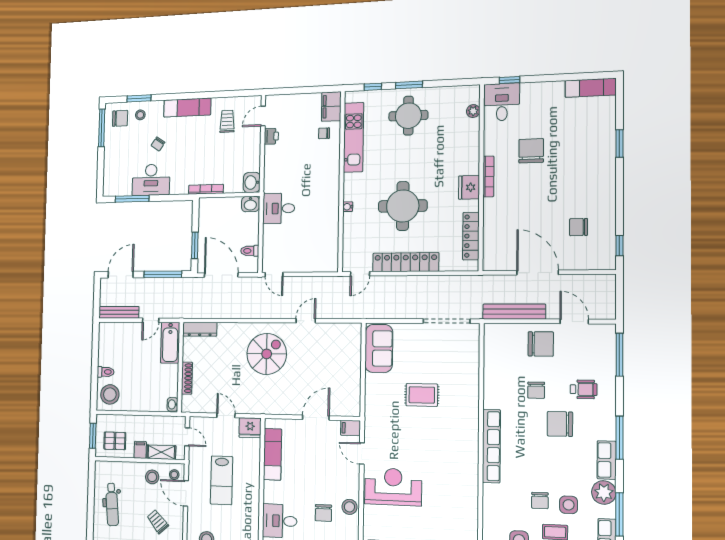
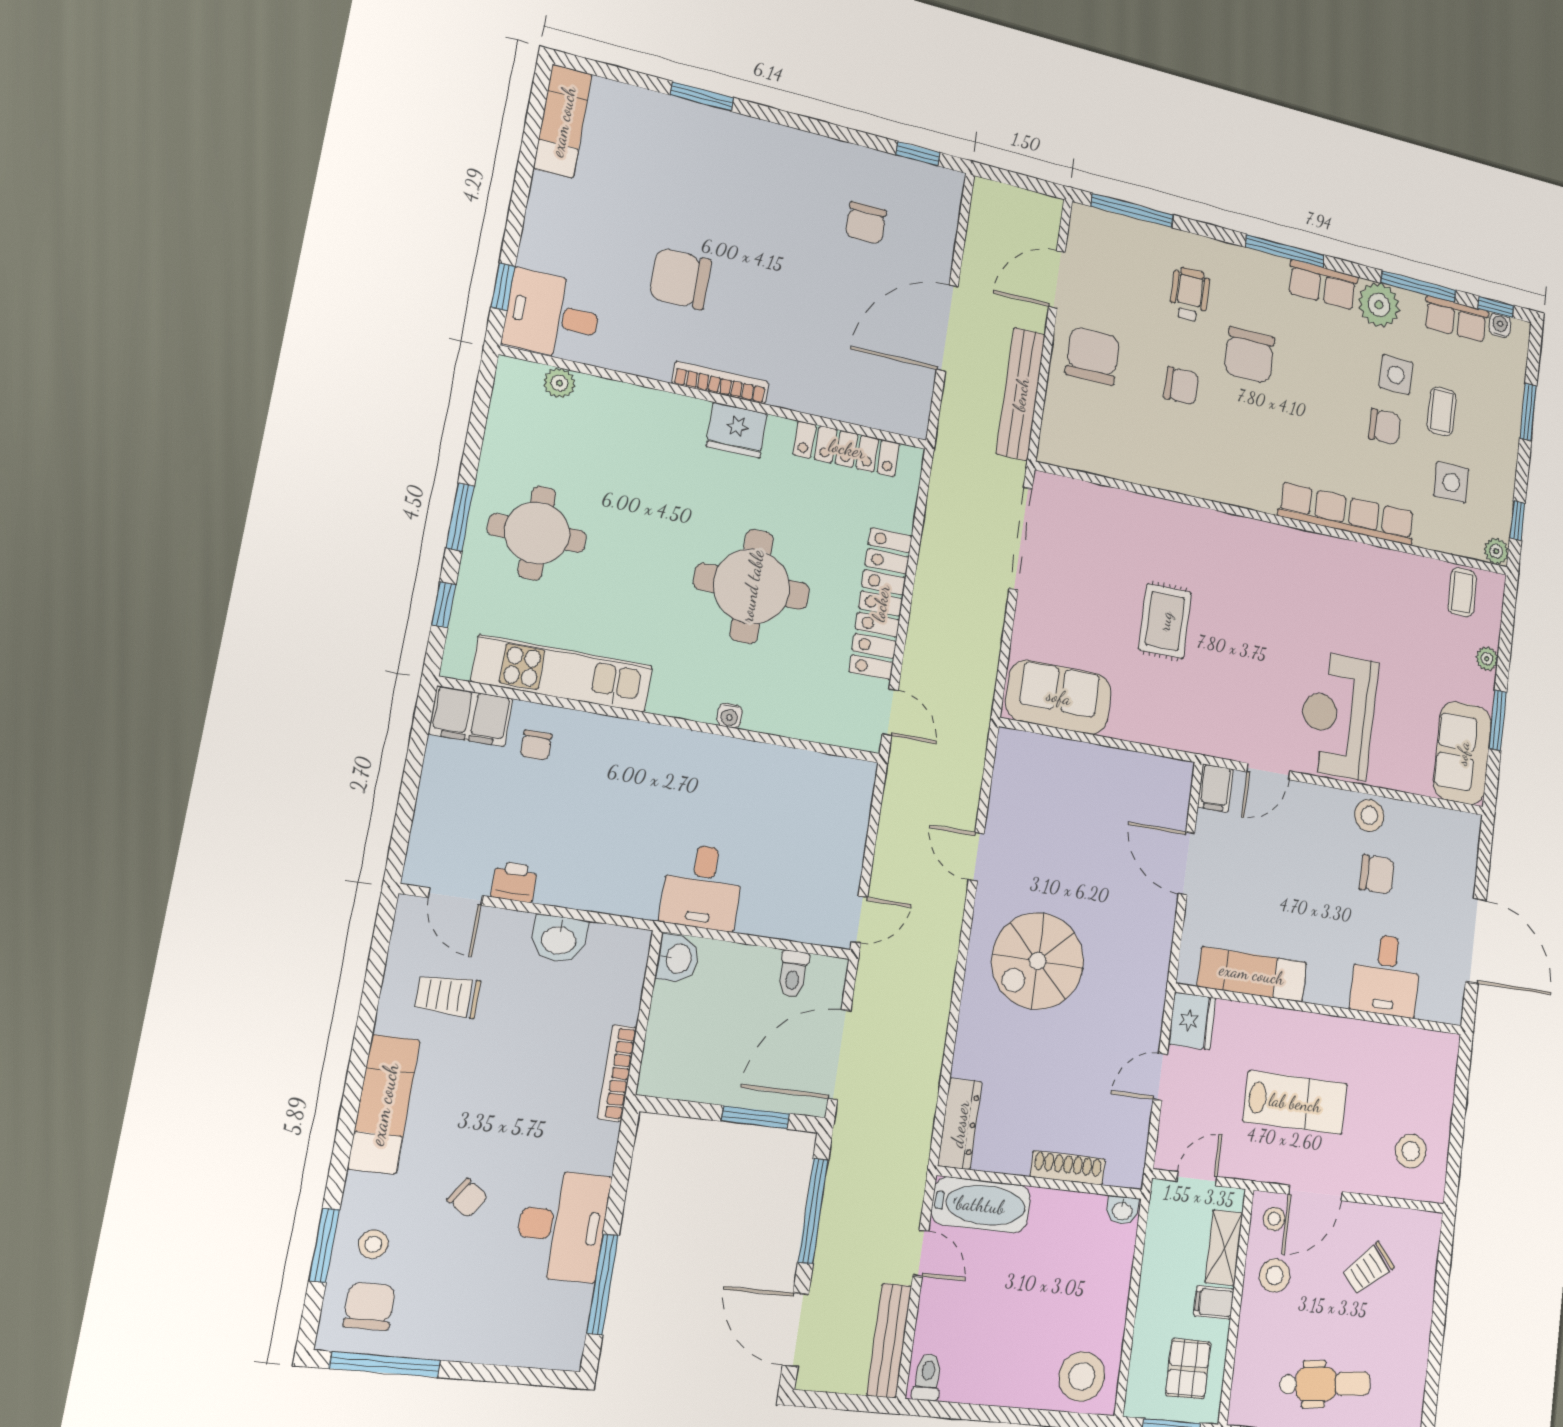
washbasin: (252, 182) -> (559, 939), moved
spiral stairs: (267, 354) -> (1038, 961), turned -90
toilet: (106, 372) -> (927, 1377), moved
row of seats: (491, 446) -> (1347, 514), moved

